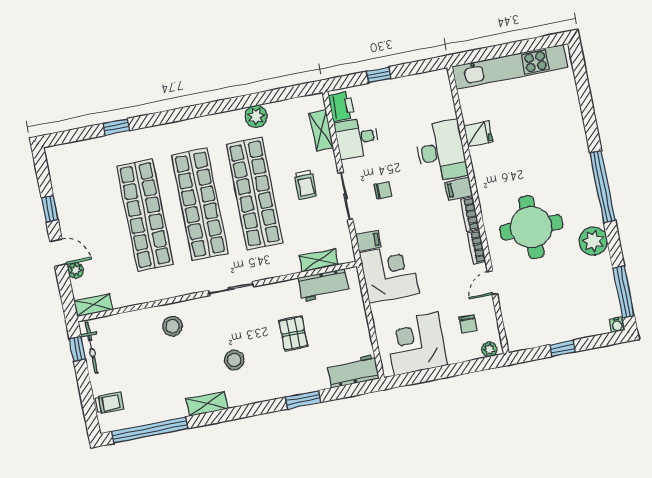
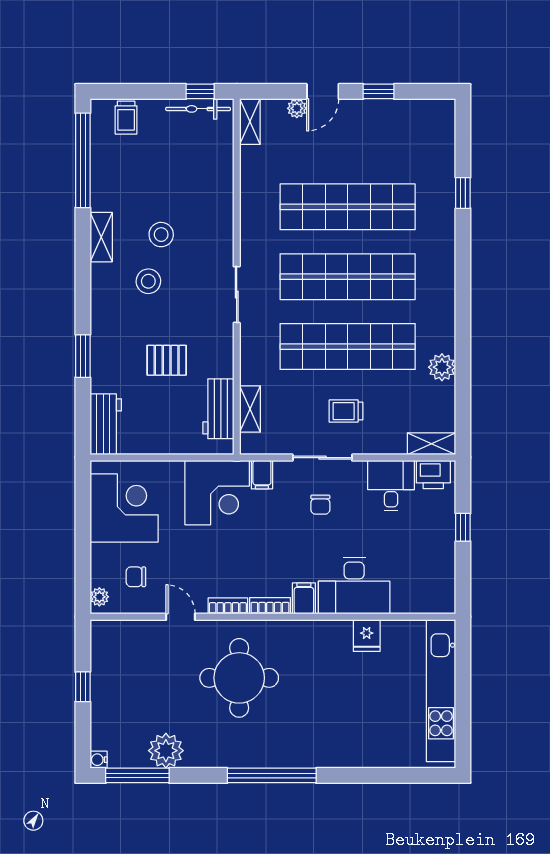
shelving: (321, 130) -> (431, 444), moved
plant: (593, 241) -> (166, 751), moved
stool: (172, 326) -> (161, 235), moved

